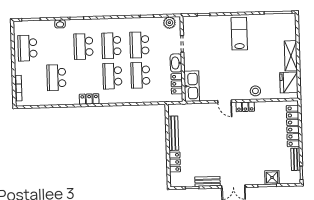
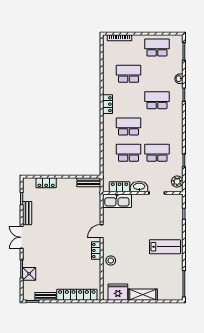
school desk: (111, 46) -> (157, 126), removed
bench: (173, 133) -> (89, 182), moved, width x0.73

